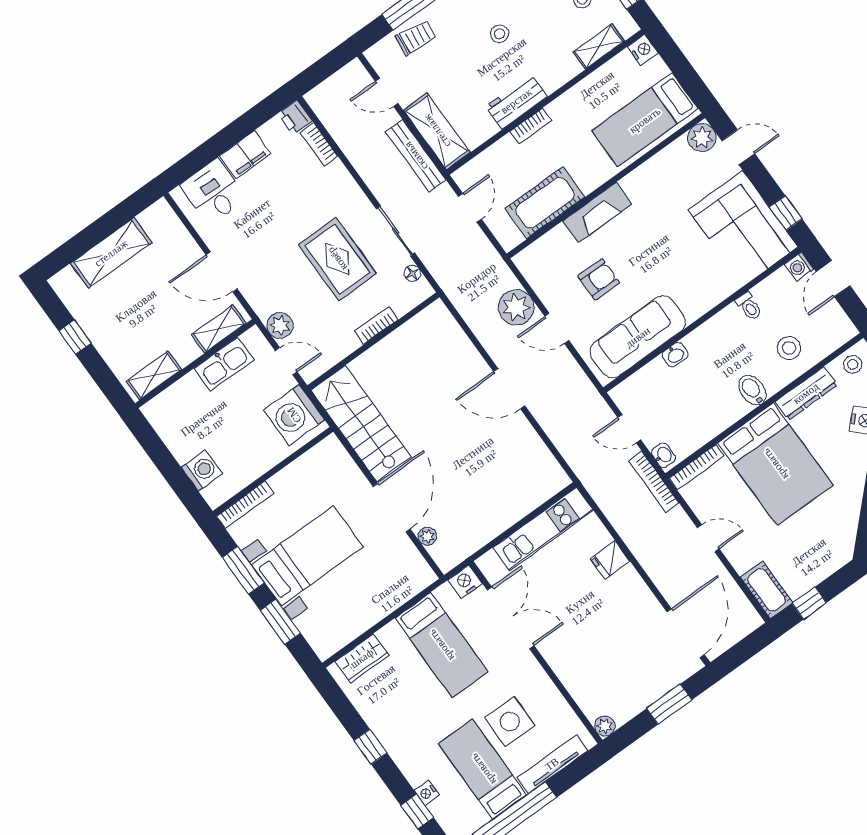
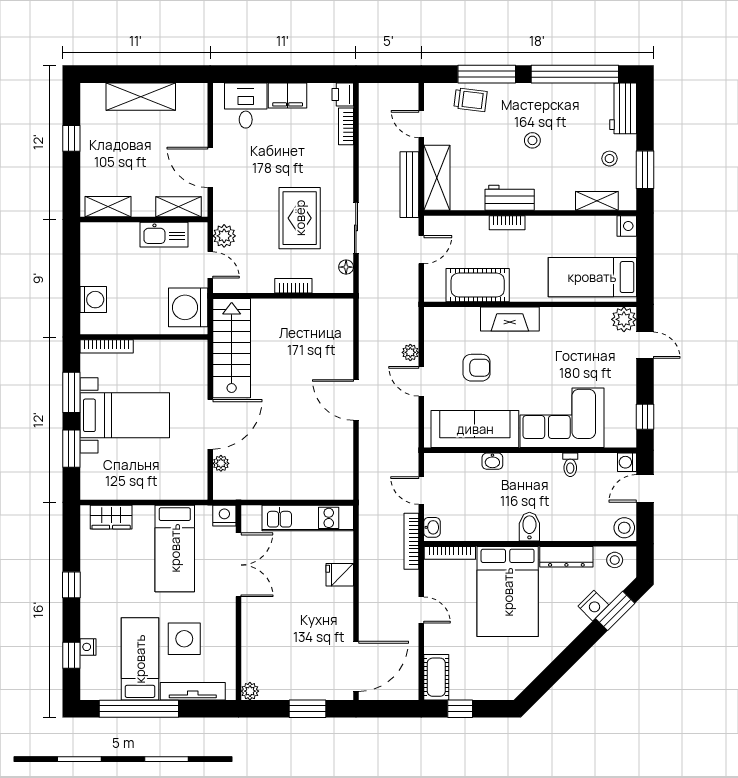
corner sofa: (743, 228) -> (562, 418), moved, turned 90
plant: (516, 307) -> (410, 352), width x0.53, depth x0.53
stool: (789, 348) -> (624, 528), moved

